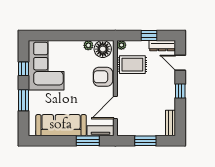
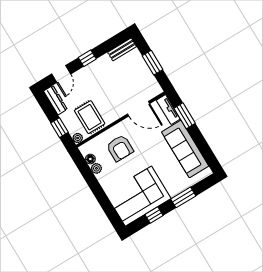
window: (149, 36) -> (59, 128), moved
floor lamp: (103, 49) -> (90, 159), width x0.53, depth x0.53
armchair: (103, 77) -> (120, 148), moved

